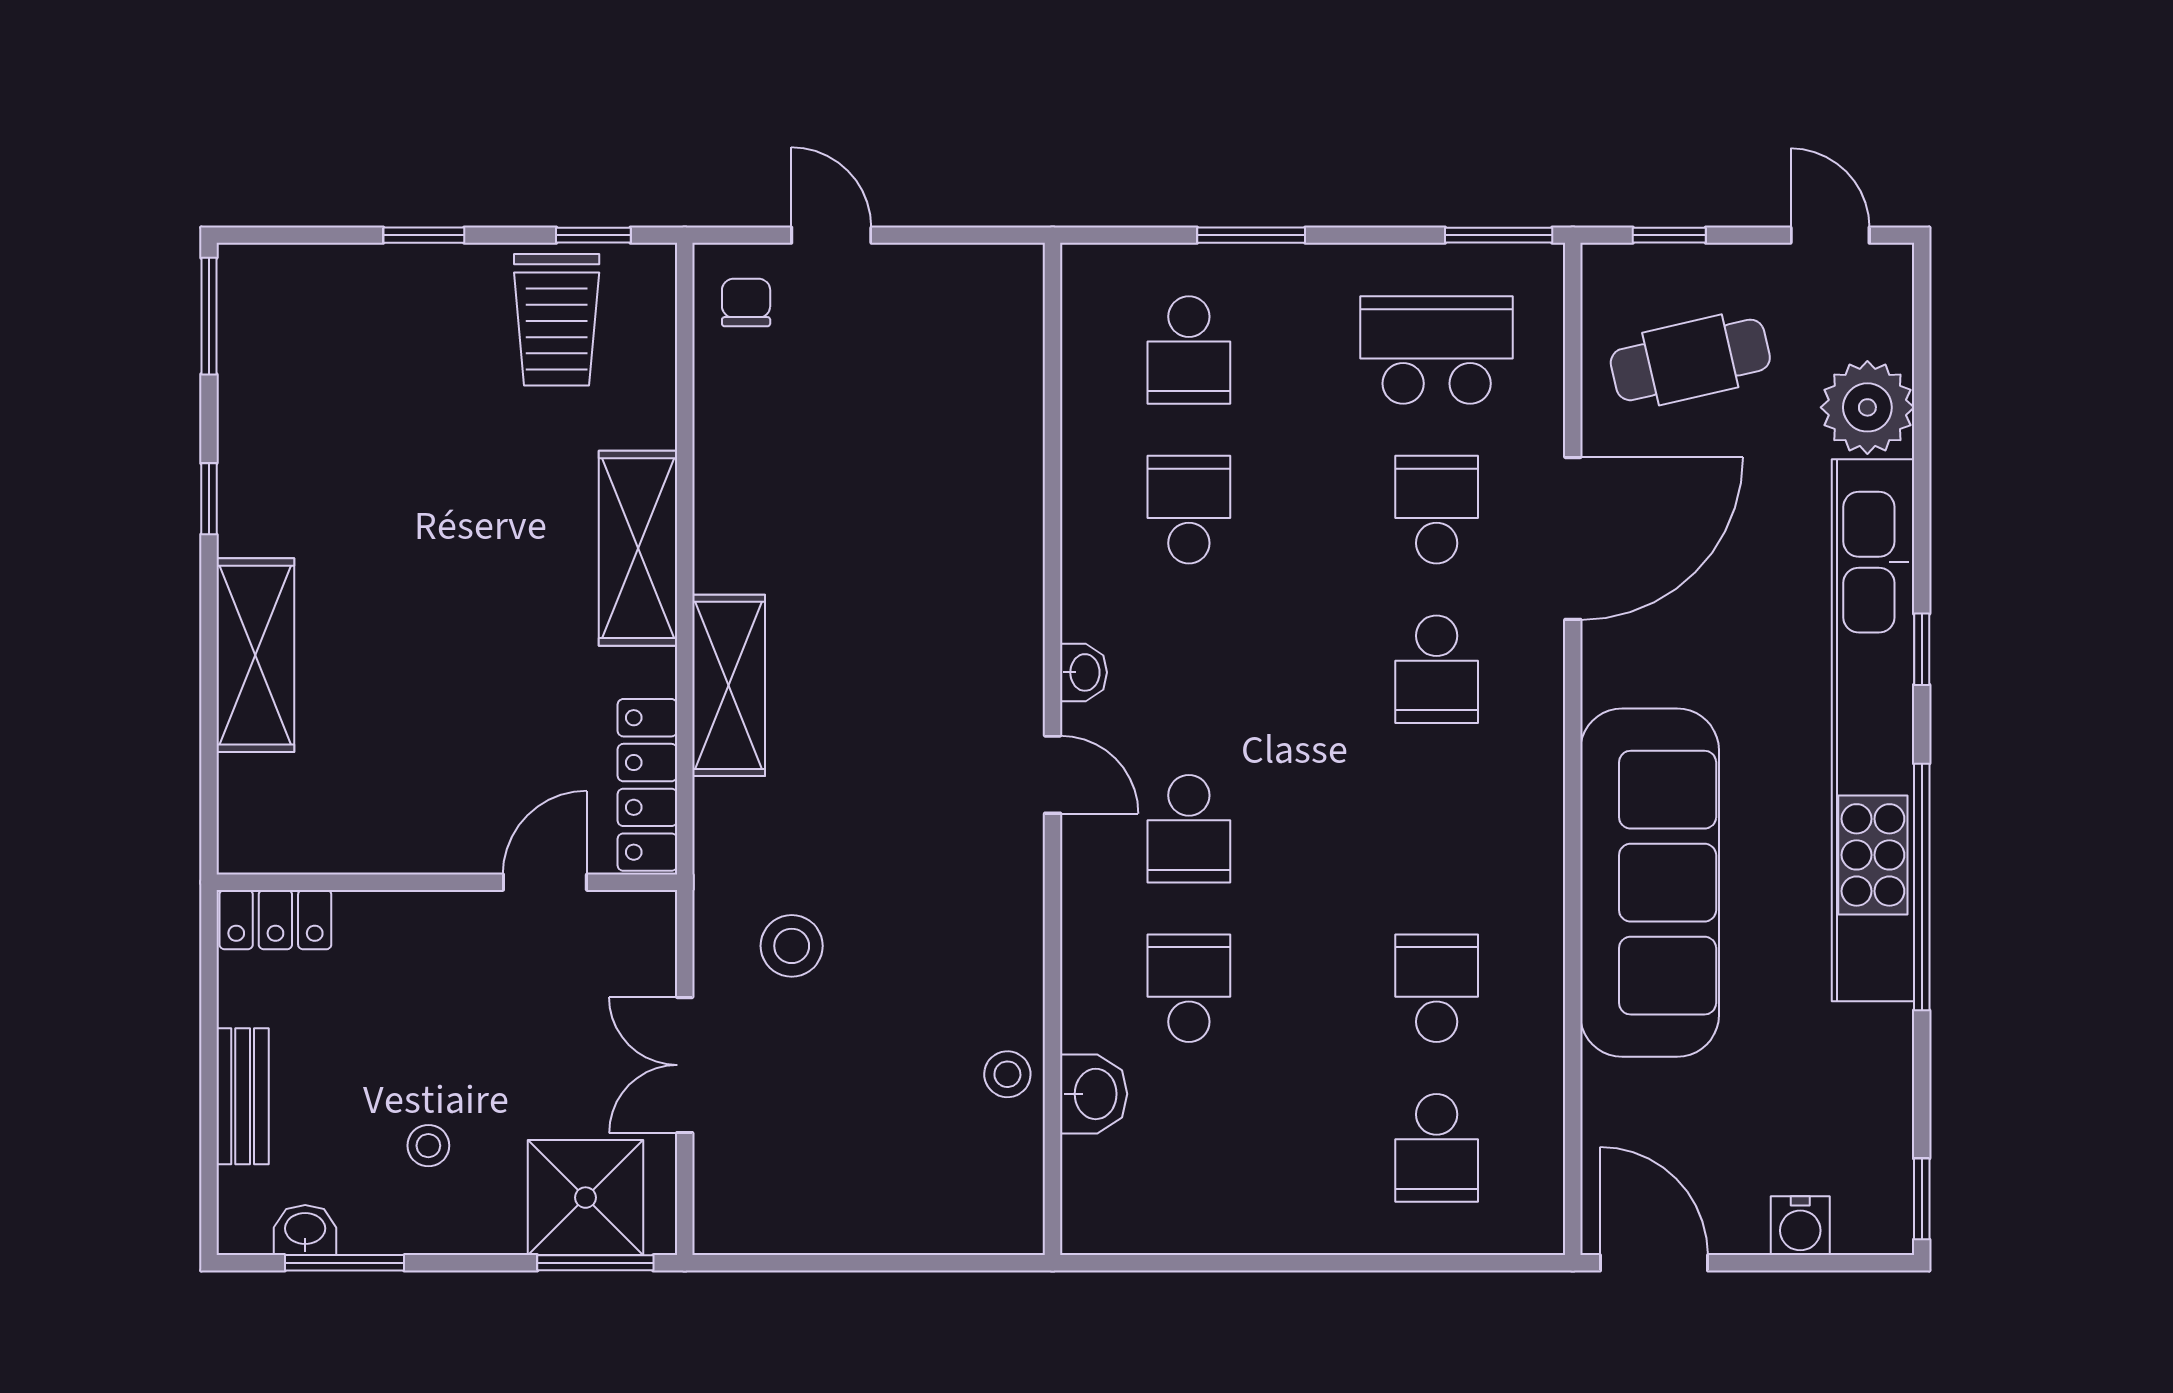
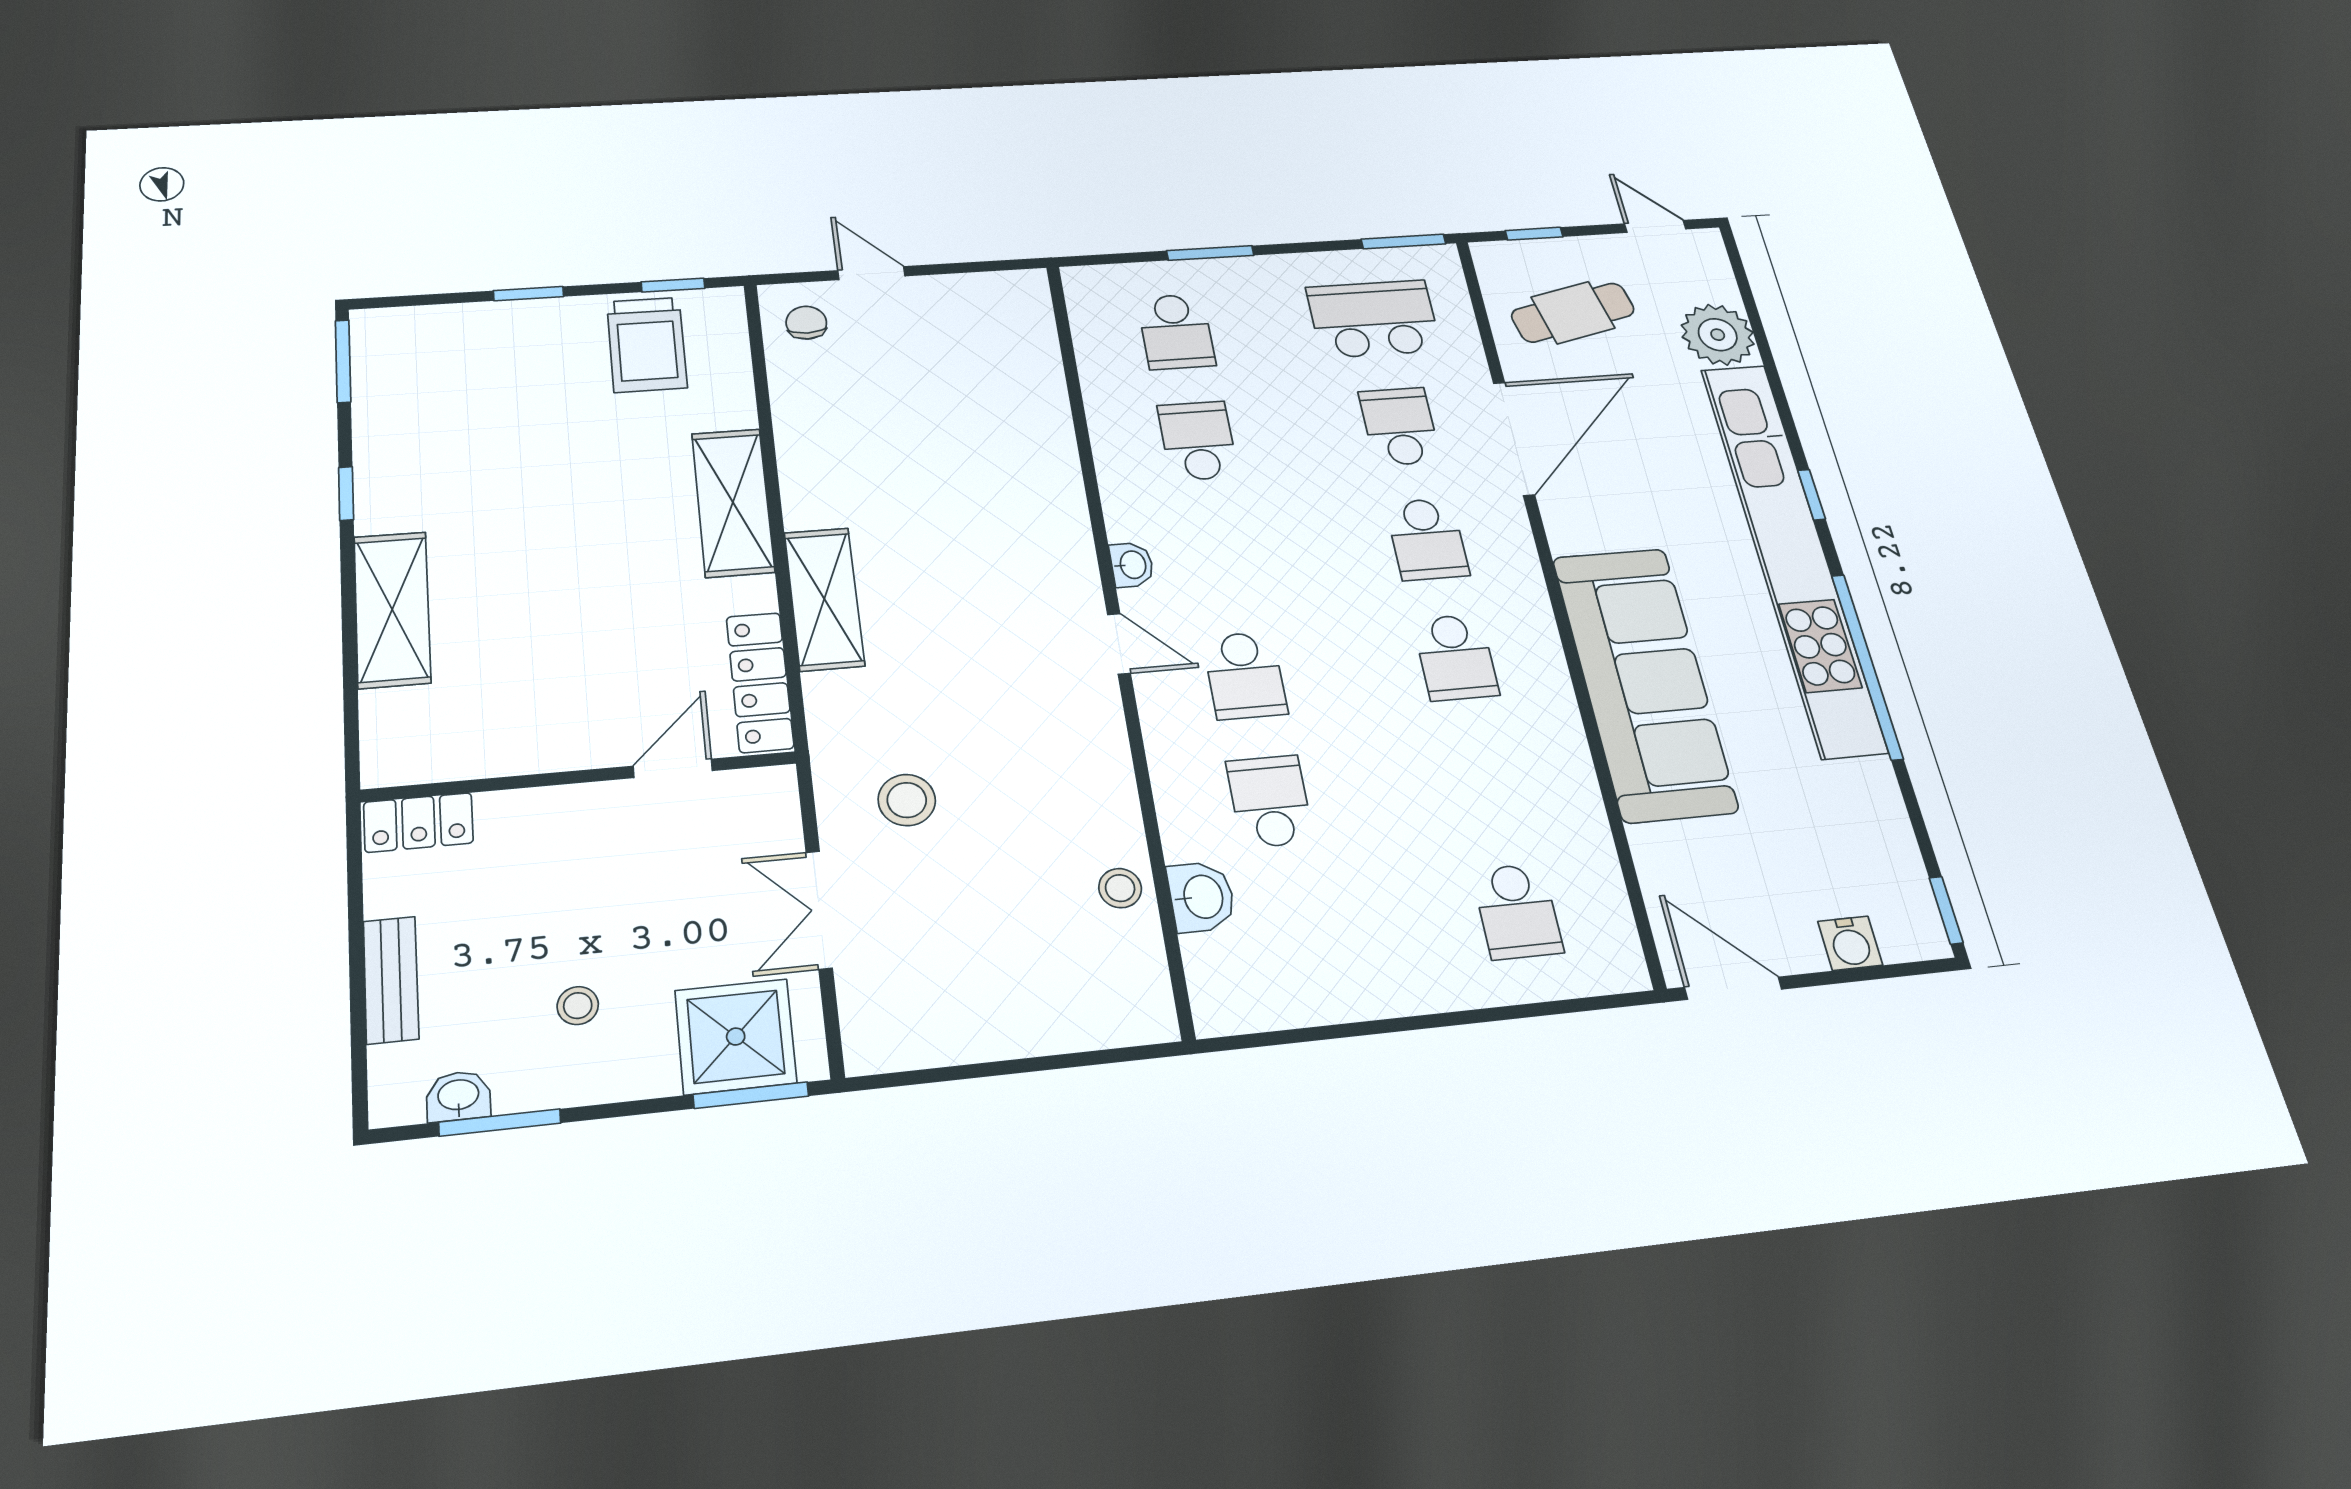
school desk: (1437, 988) -> (1456, 657), moved, turned 180

